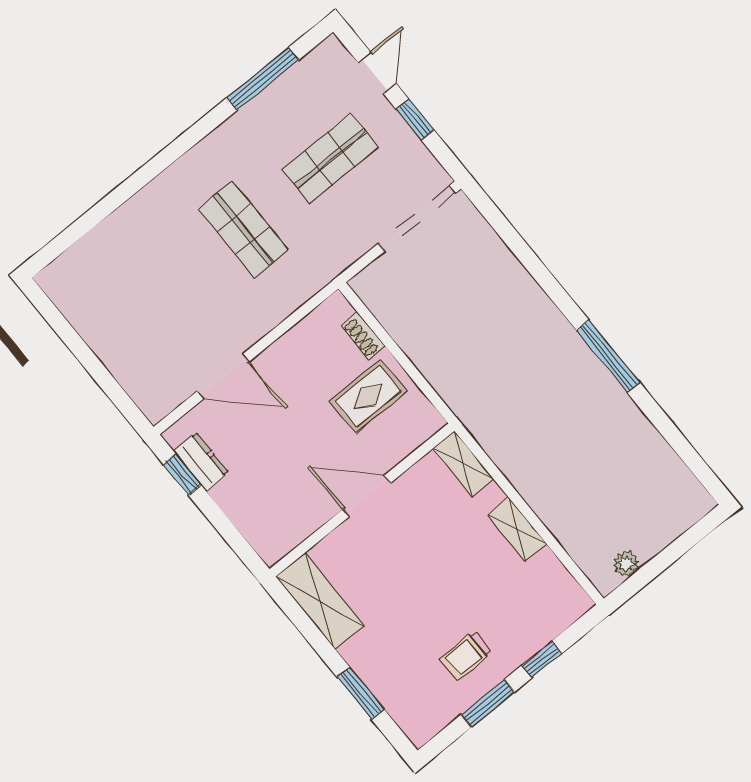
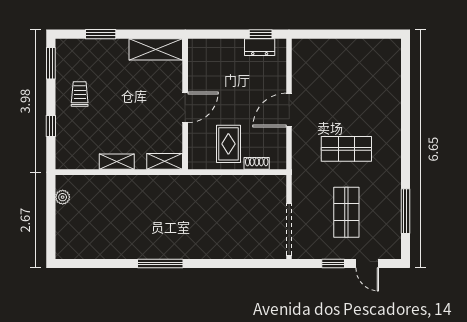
door: (223, 376) -> (289, 110), moved
window: (488, 703) -> (51, 63), moved

